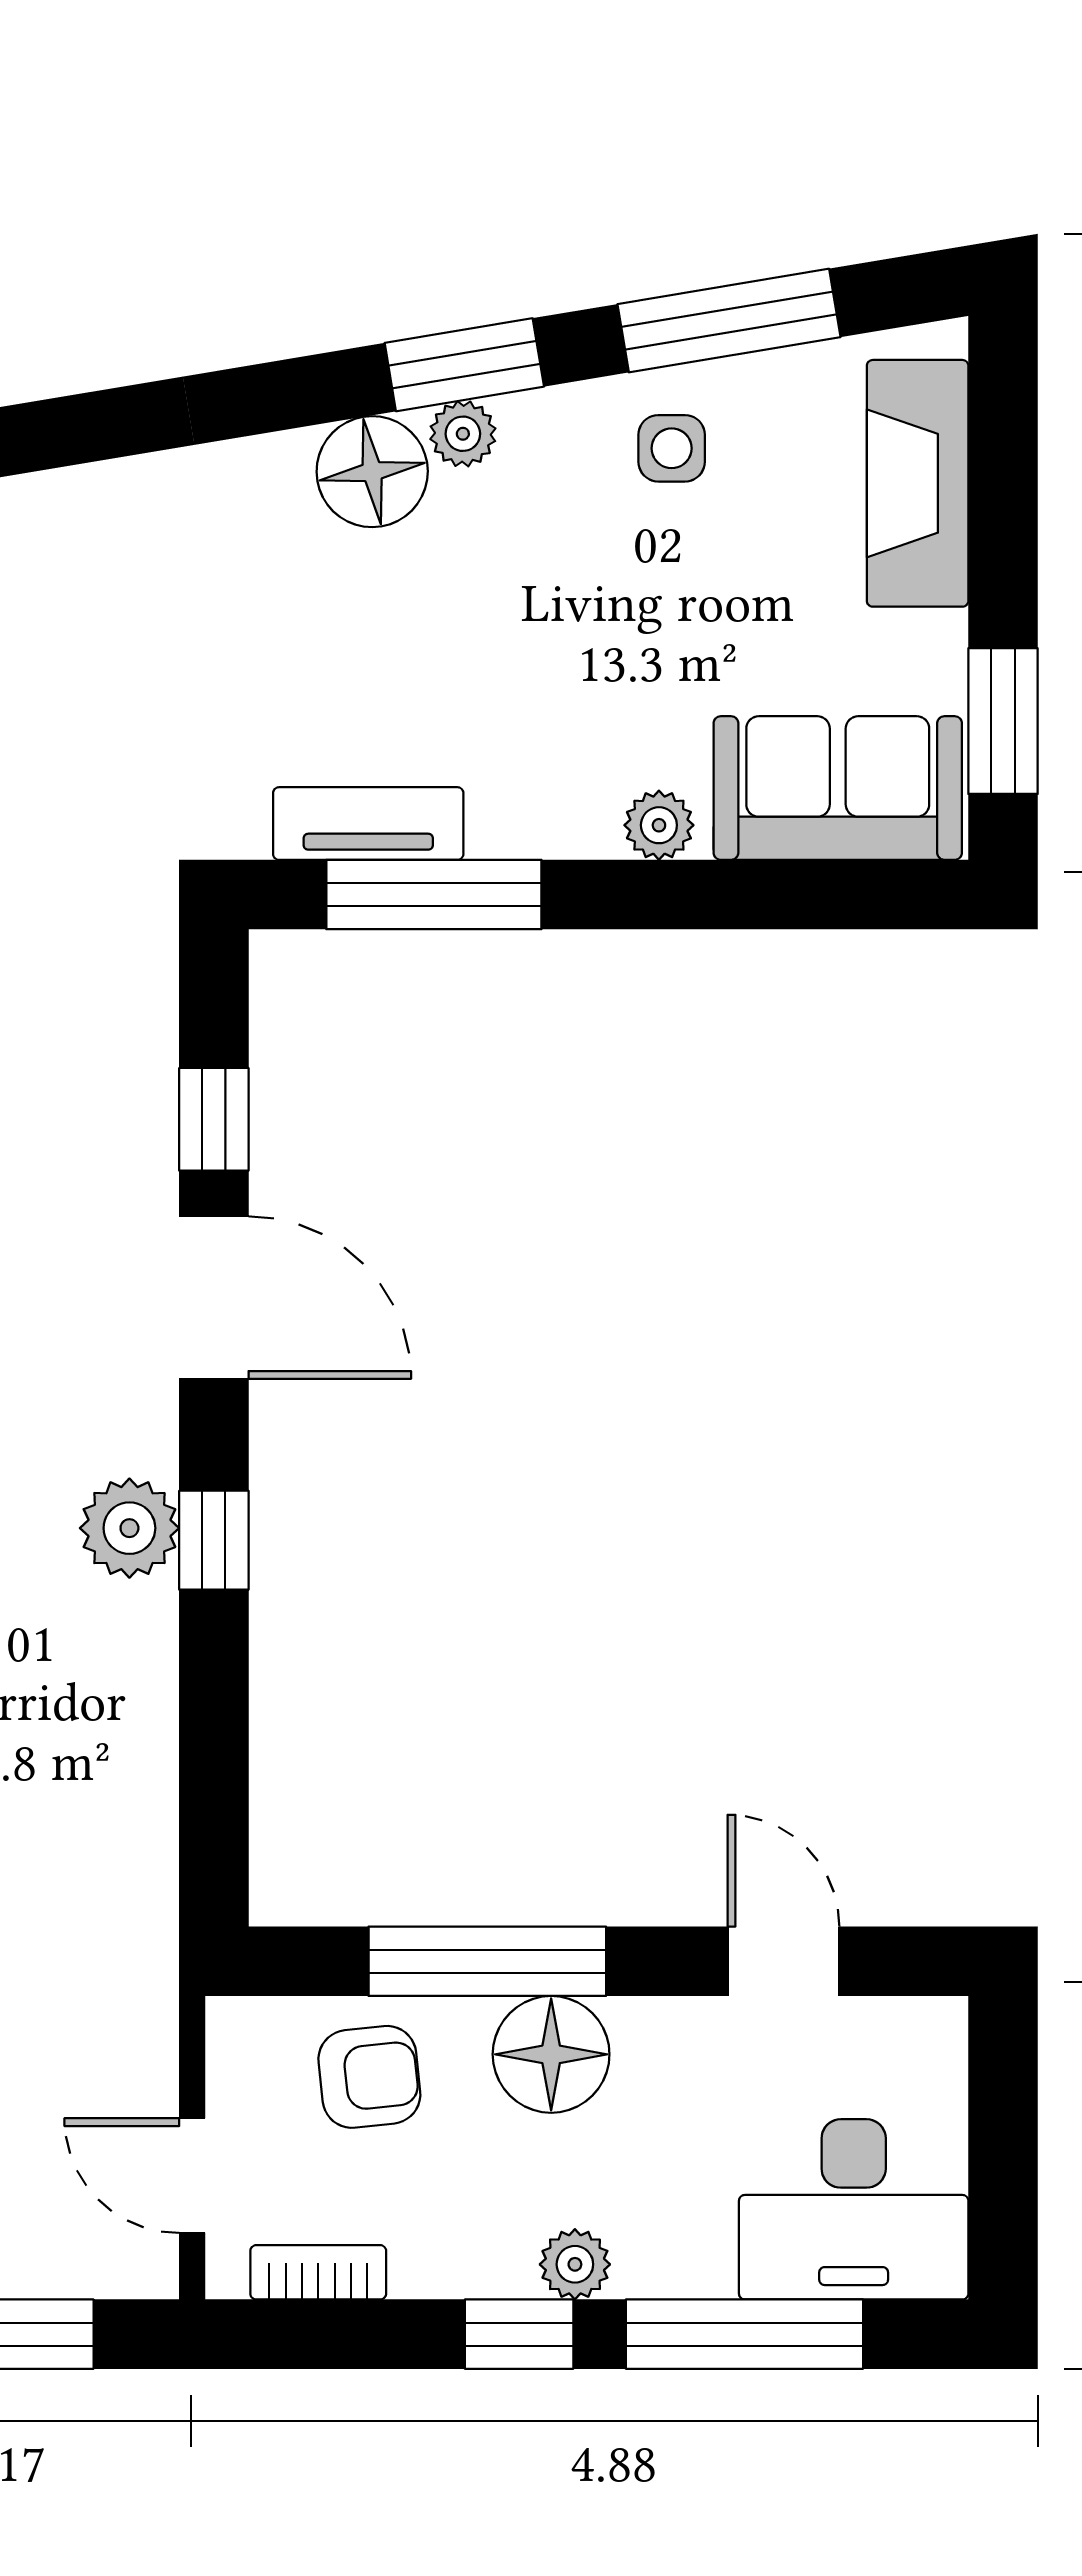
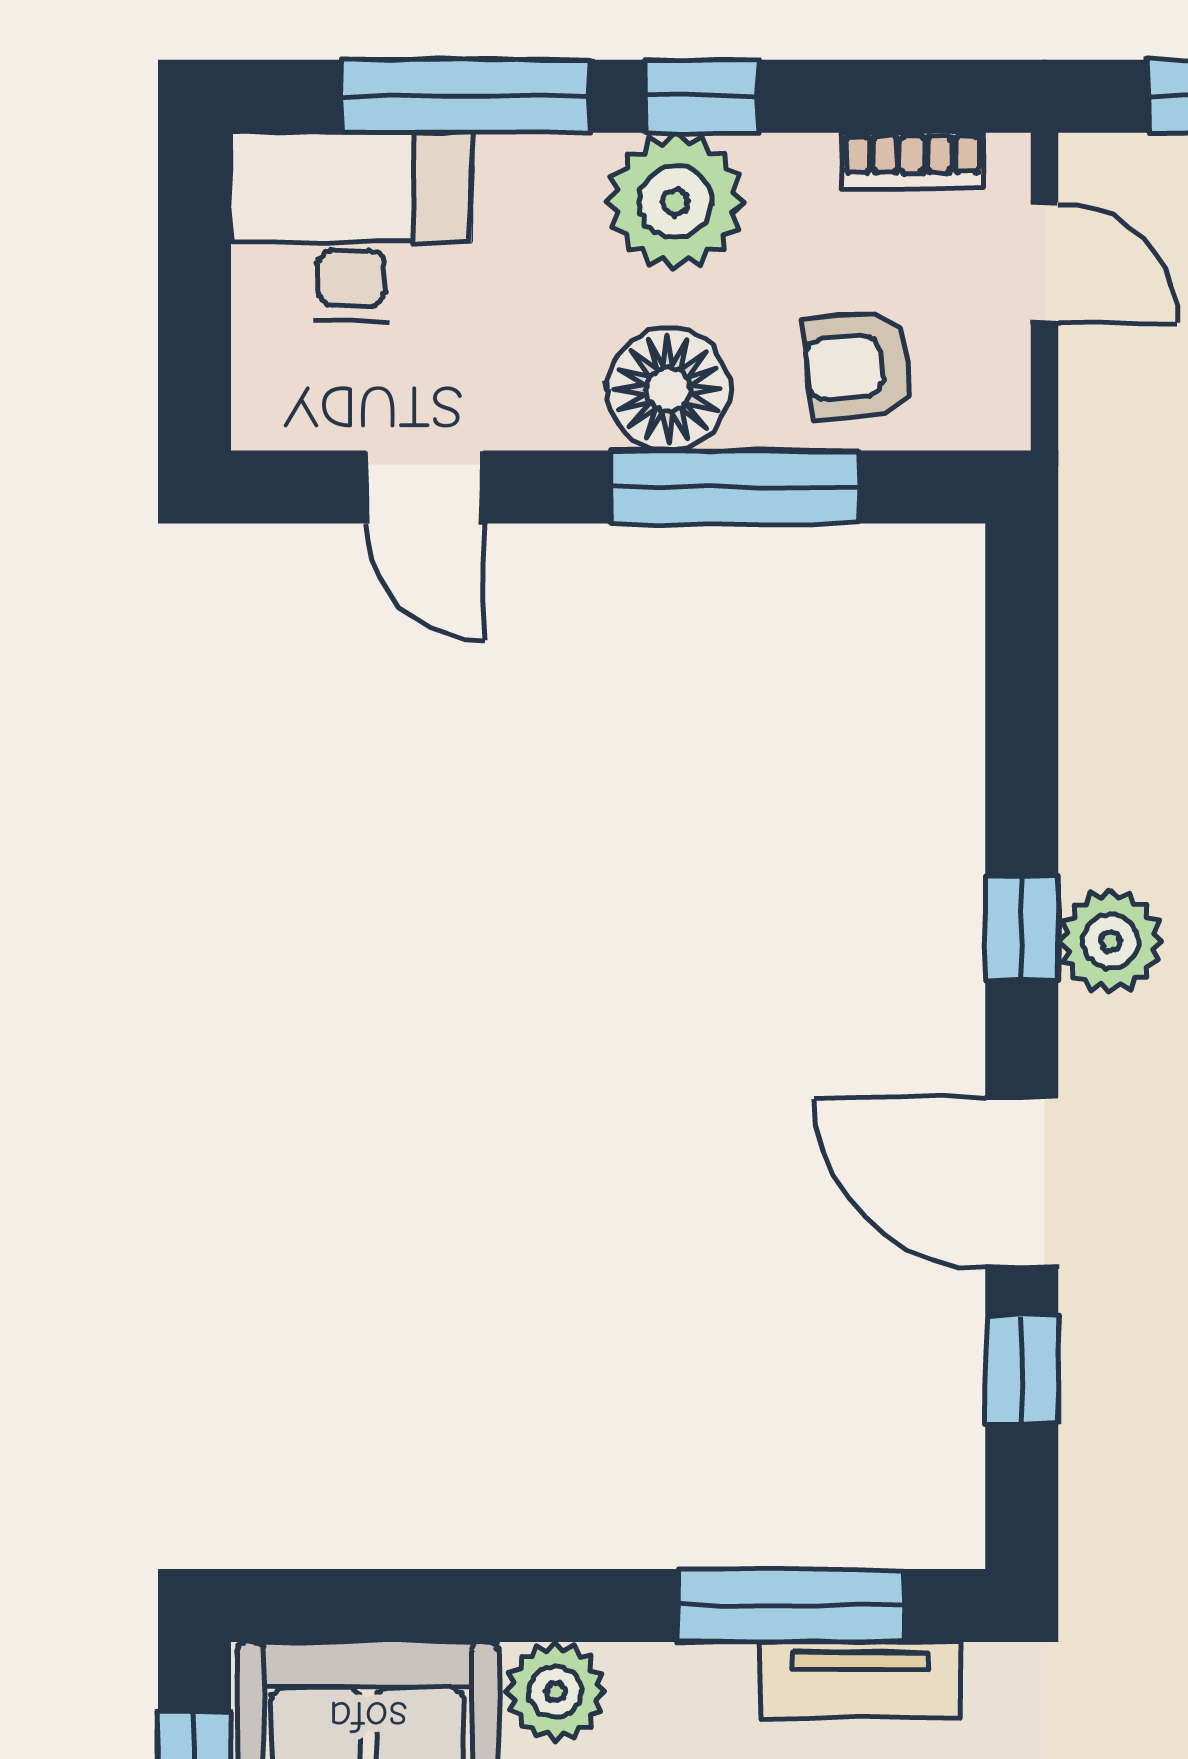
plant: (659, 825) -> (555, 1692), width x1.38, depth x1.38
plant: (575, 2264) -> (676, 202), width x1.87, depth x1.87

